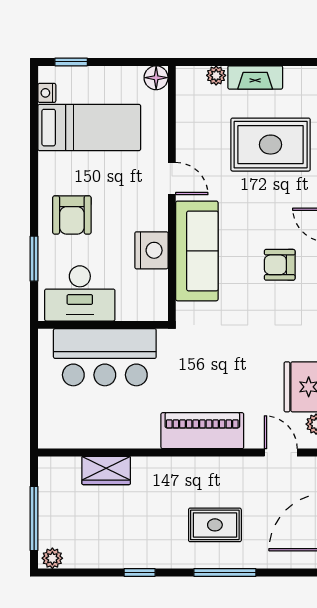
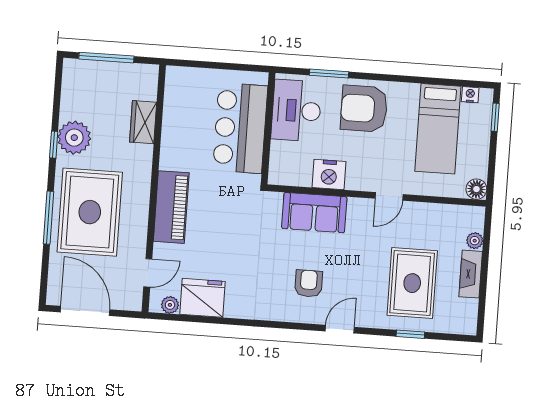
armchair: (72, 215) -> (364, 109), width x1.36, depth x1.36
sofa: (197, 251) -> (314, 213), width x0.73
rug: (215, 525) -> (90, 212), width x1.86, depth x2.06
plant: (52, 558) -> (74, 138), moved, width x1.87, depth x1.87

